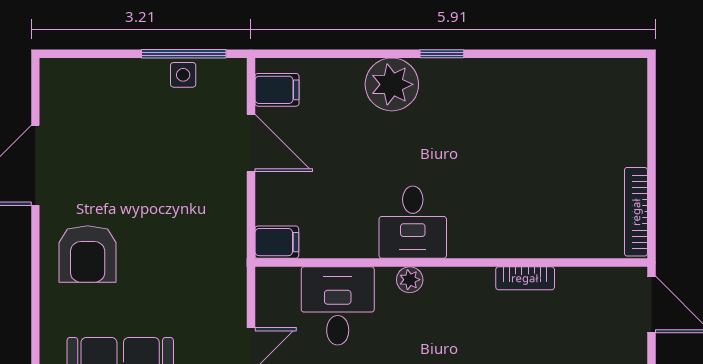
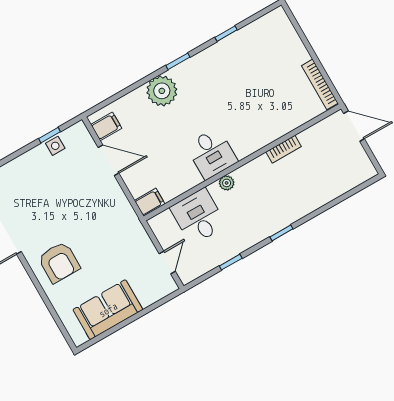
window: (184, 54) -> (50, 135), width x0.46
window: (539, 54) -> (226, 34), added

